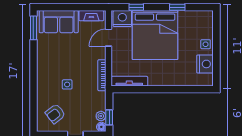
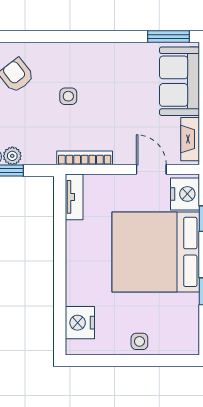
nightstand: (205, 64) -> (80, 323), moved, turned 90
tv unit: (129, 81) -> (74, 197), width x0.71

